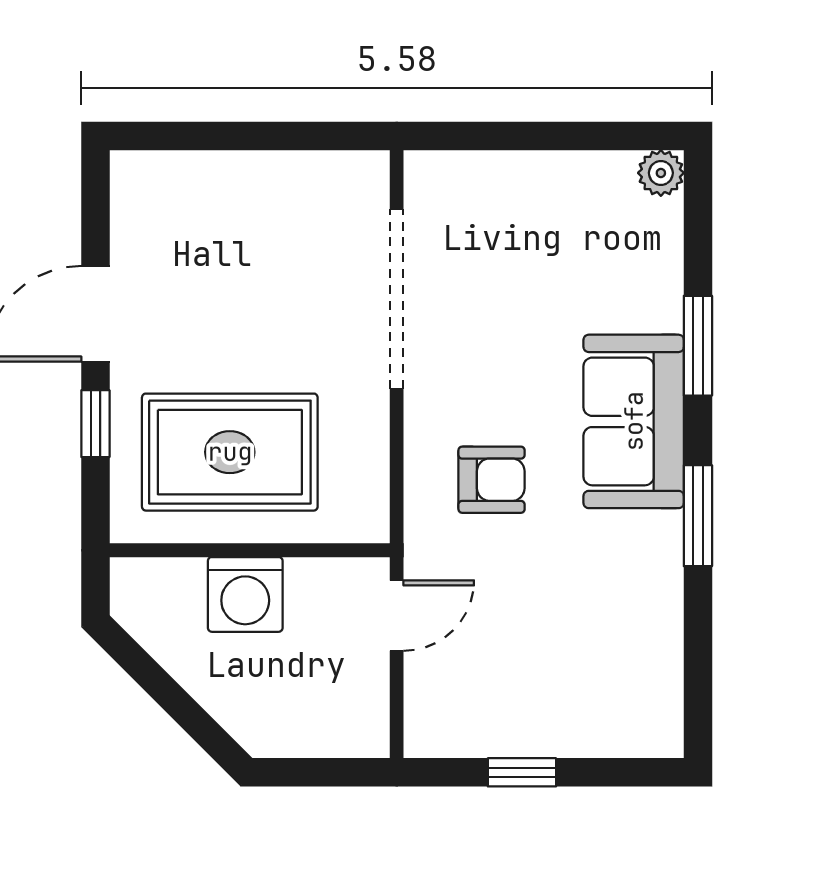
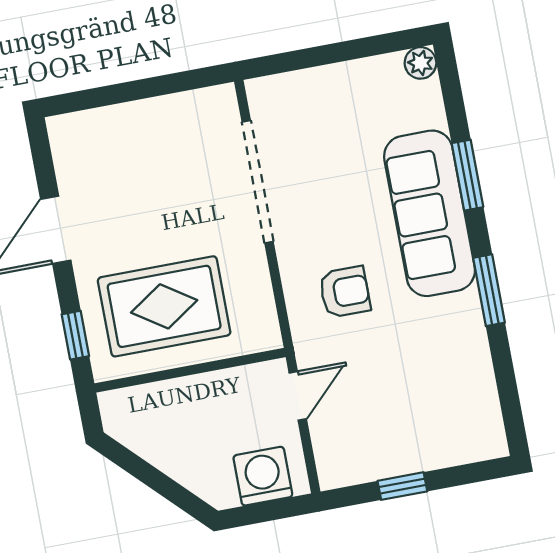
sofa: (634, 421) -> (430, 213), width x1.36
window: (95, 424) -> (75, 335), moved
washing machine: (245, 594) -> (263, 476), moved, turned 180

